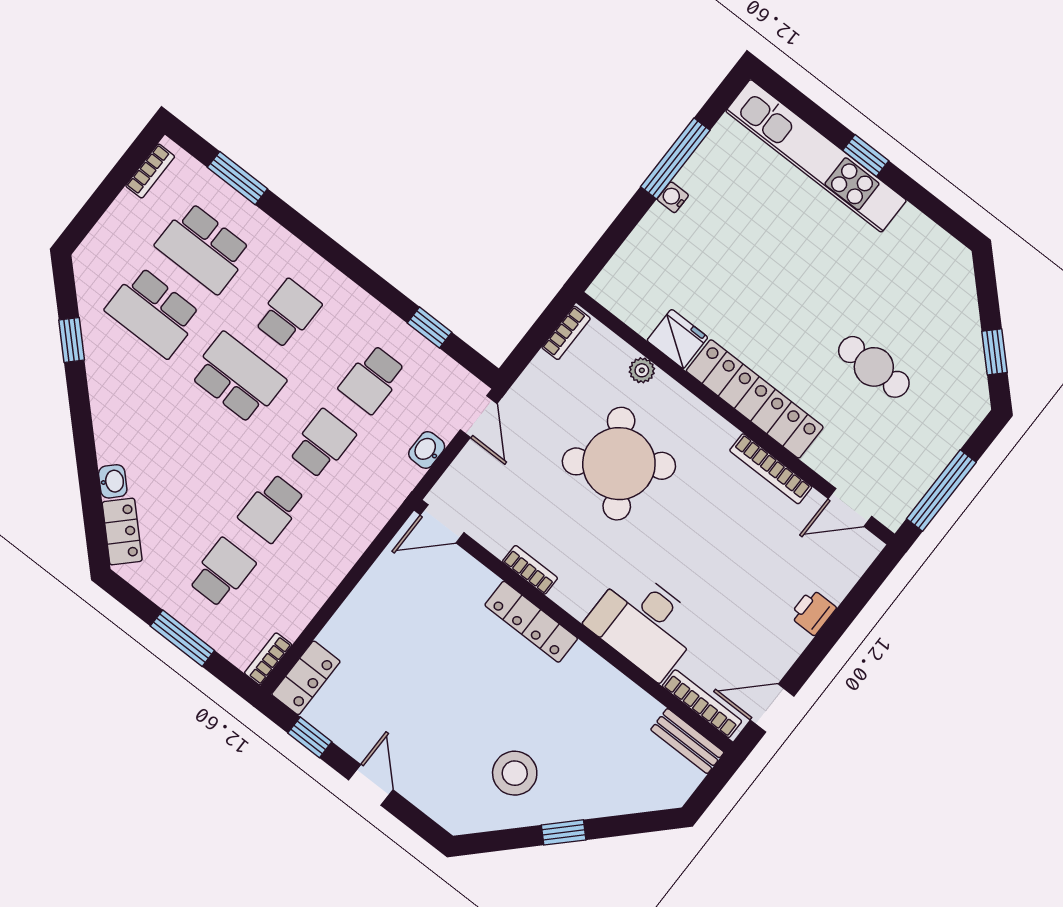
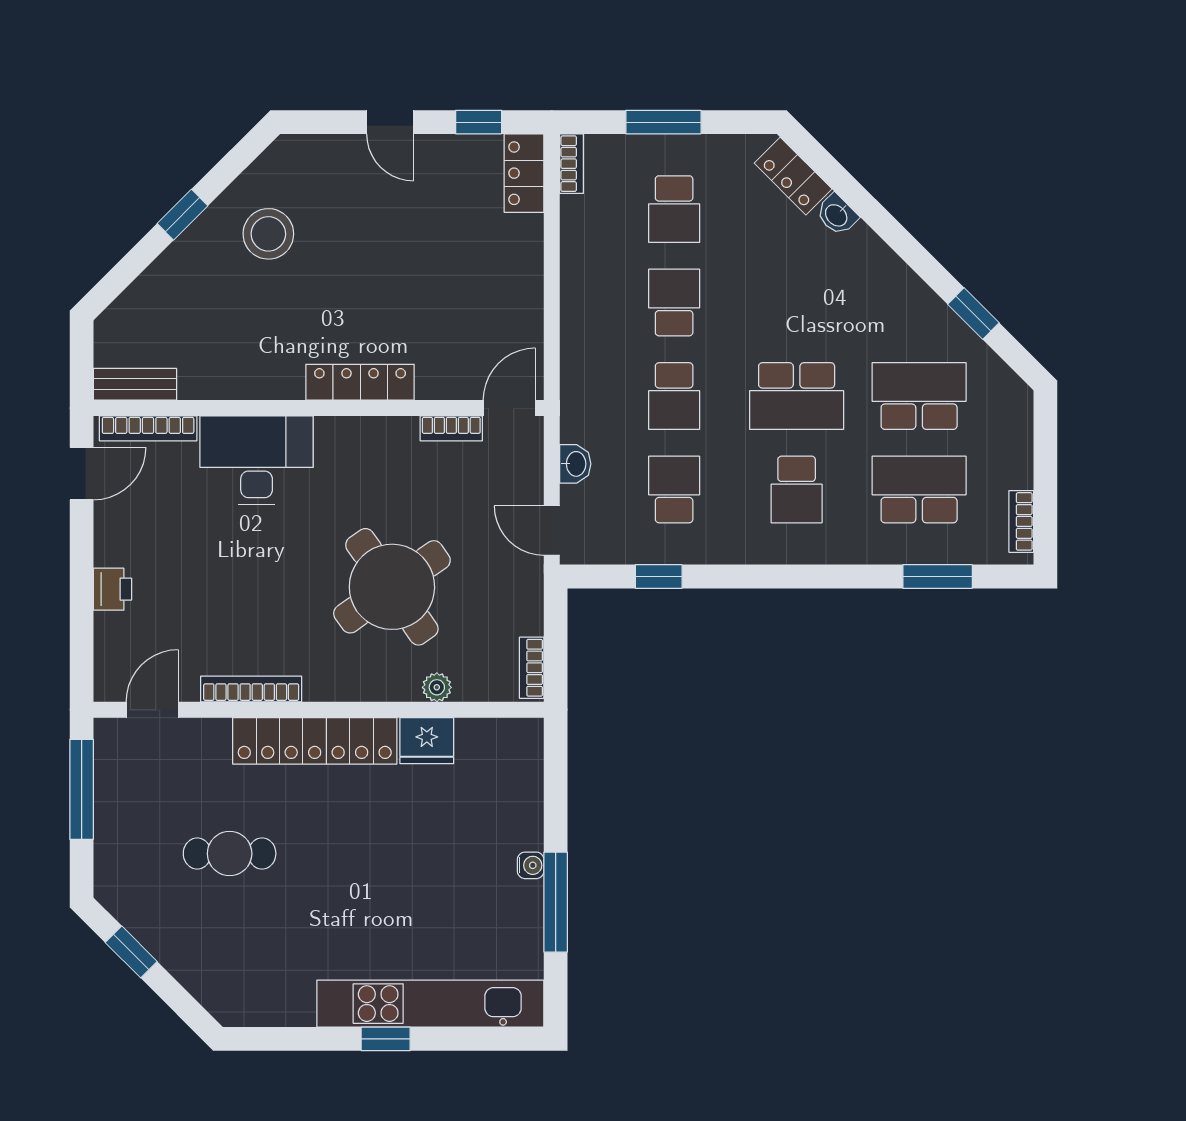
bookcase: (530, 570) -> (451, 428), moved

